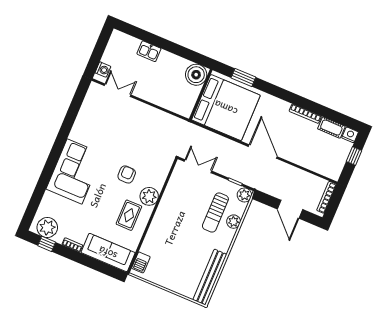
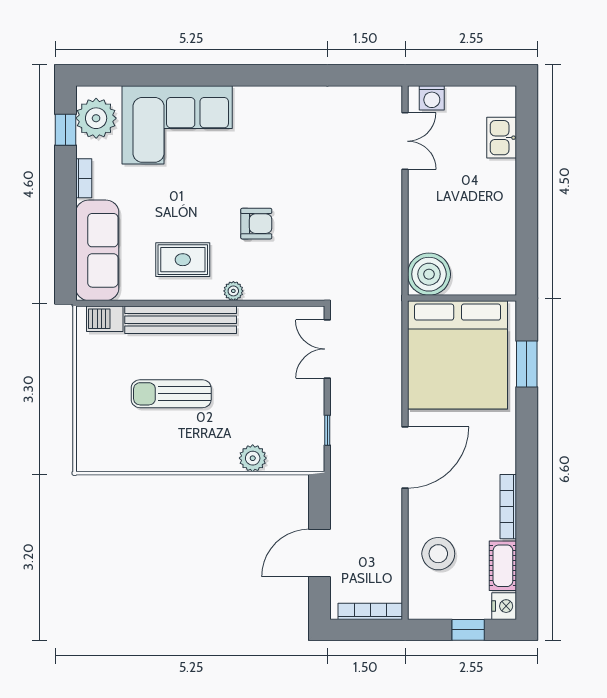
kitchen sink: (149, 51) -> (502, 138), moved
boiler: (196, 75) -> (429, 274), moved
stool: (313, 155) -> (438, 554), added
double door: (198, 166) -> (327, 349), swing flipped
corner sofa: (74, 171) -> (177, 125), moved
plant: (244, 195) -> (310, 457), removed
plant: (149, 196) -> (233, 291), width x0.53, depth x0.53
sun lounger: (215, 213) -> (171, 394), moved
bench: (210, 277) -> (181, 320), moved

